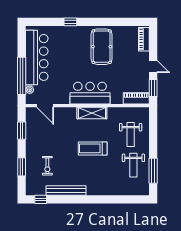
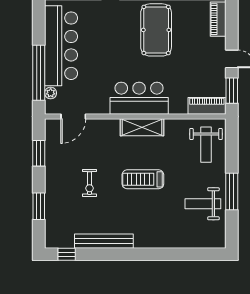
door: (45, 106) -> (73, 116), hinge flipped
weight bench: (131, 134) -> (206, 145), moved
weight bench: (133, 165) -> (203, 204), turned 90
exercise bike: (47, 166) -> (89, 183), moved
window: (153, 171) -> (232, 191), moved

